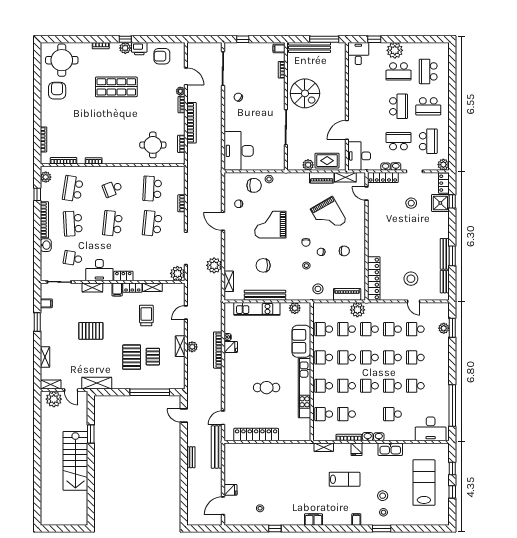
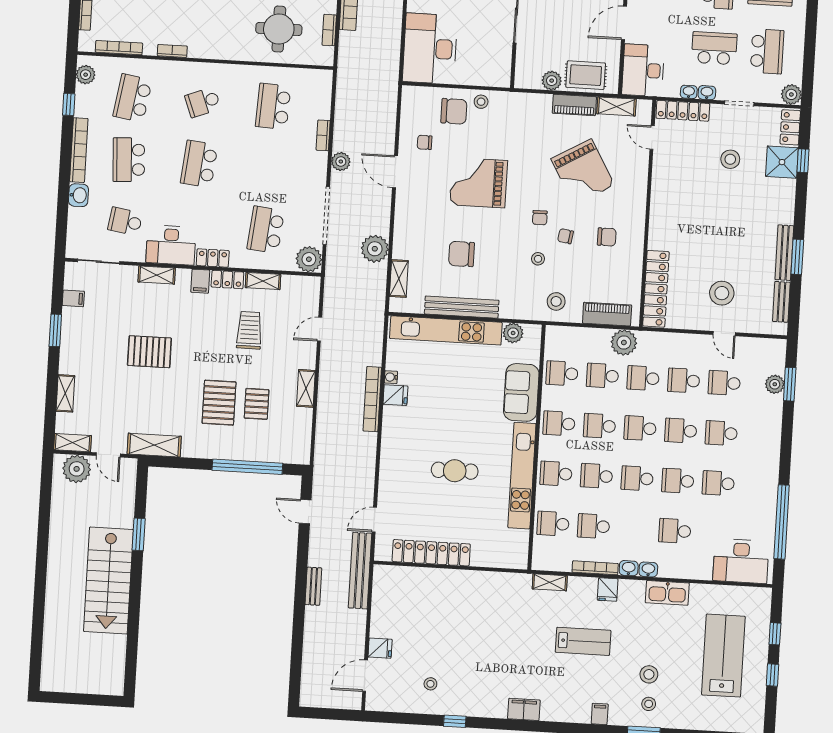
school desk: (152, 223) -> (266, 230), moved
kitchen unit: (257, 309) -> (446, 330), width x1.36
plant: (192, 347) -> (341, 162), moved

